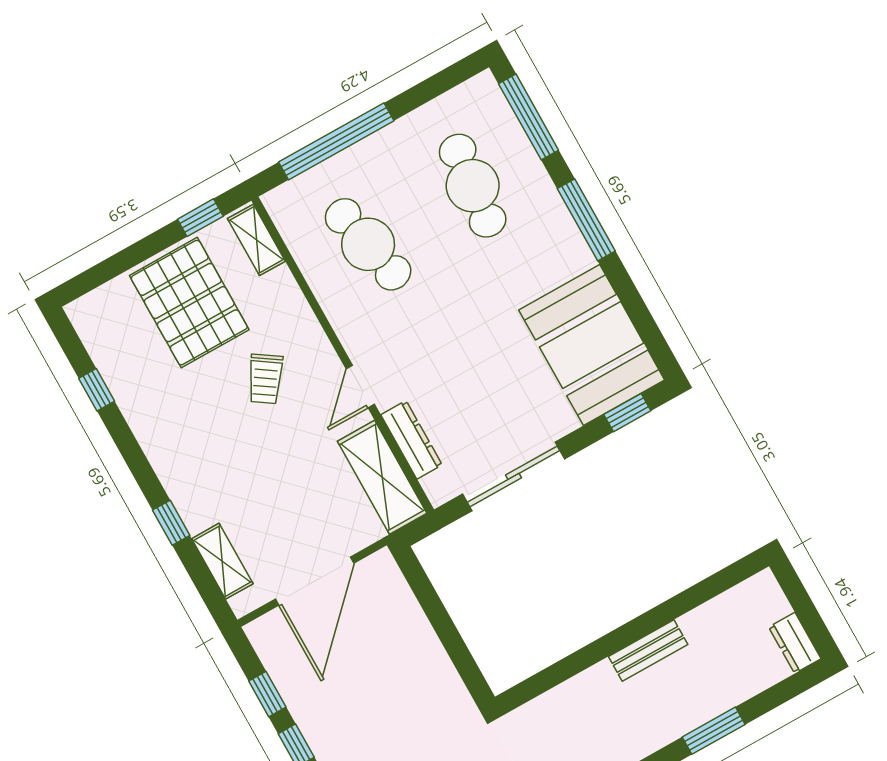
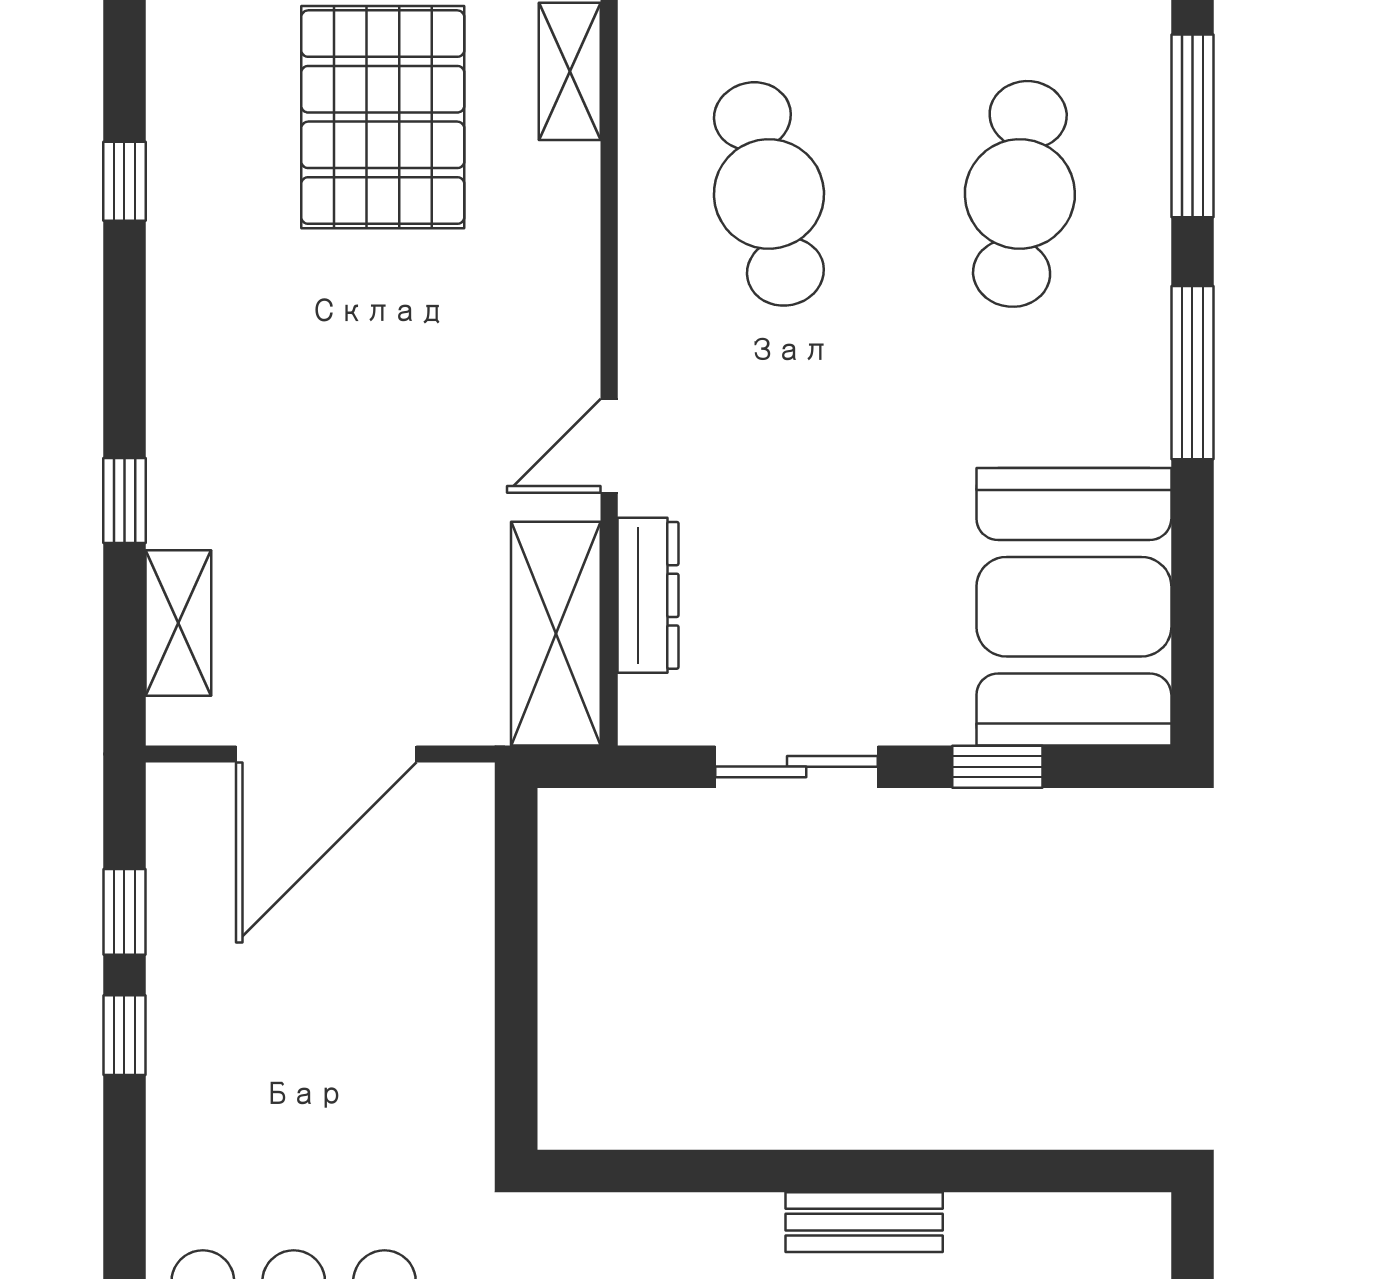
trolley: (265, 379) -> (444, 334), removed
window: (627, 413) -> (997, 767), moved
sliding door: (513, 476) -> (797, 767), width x0.73

